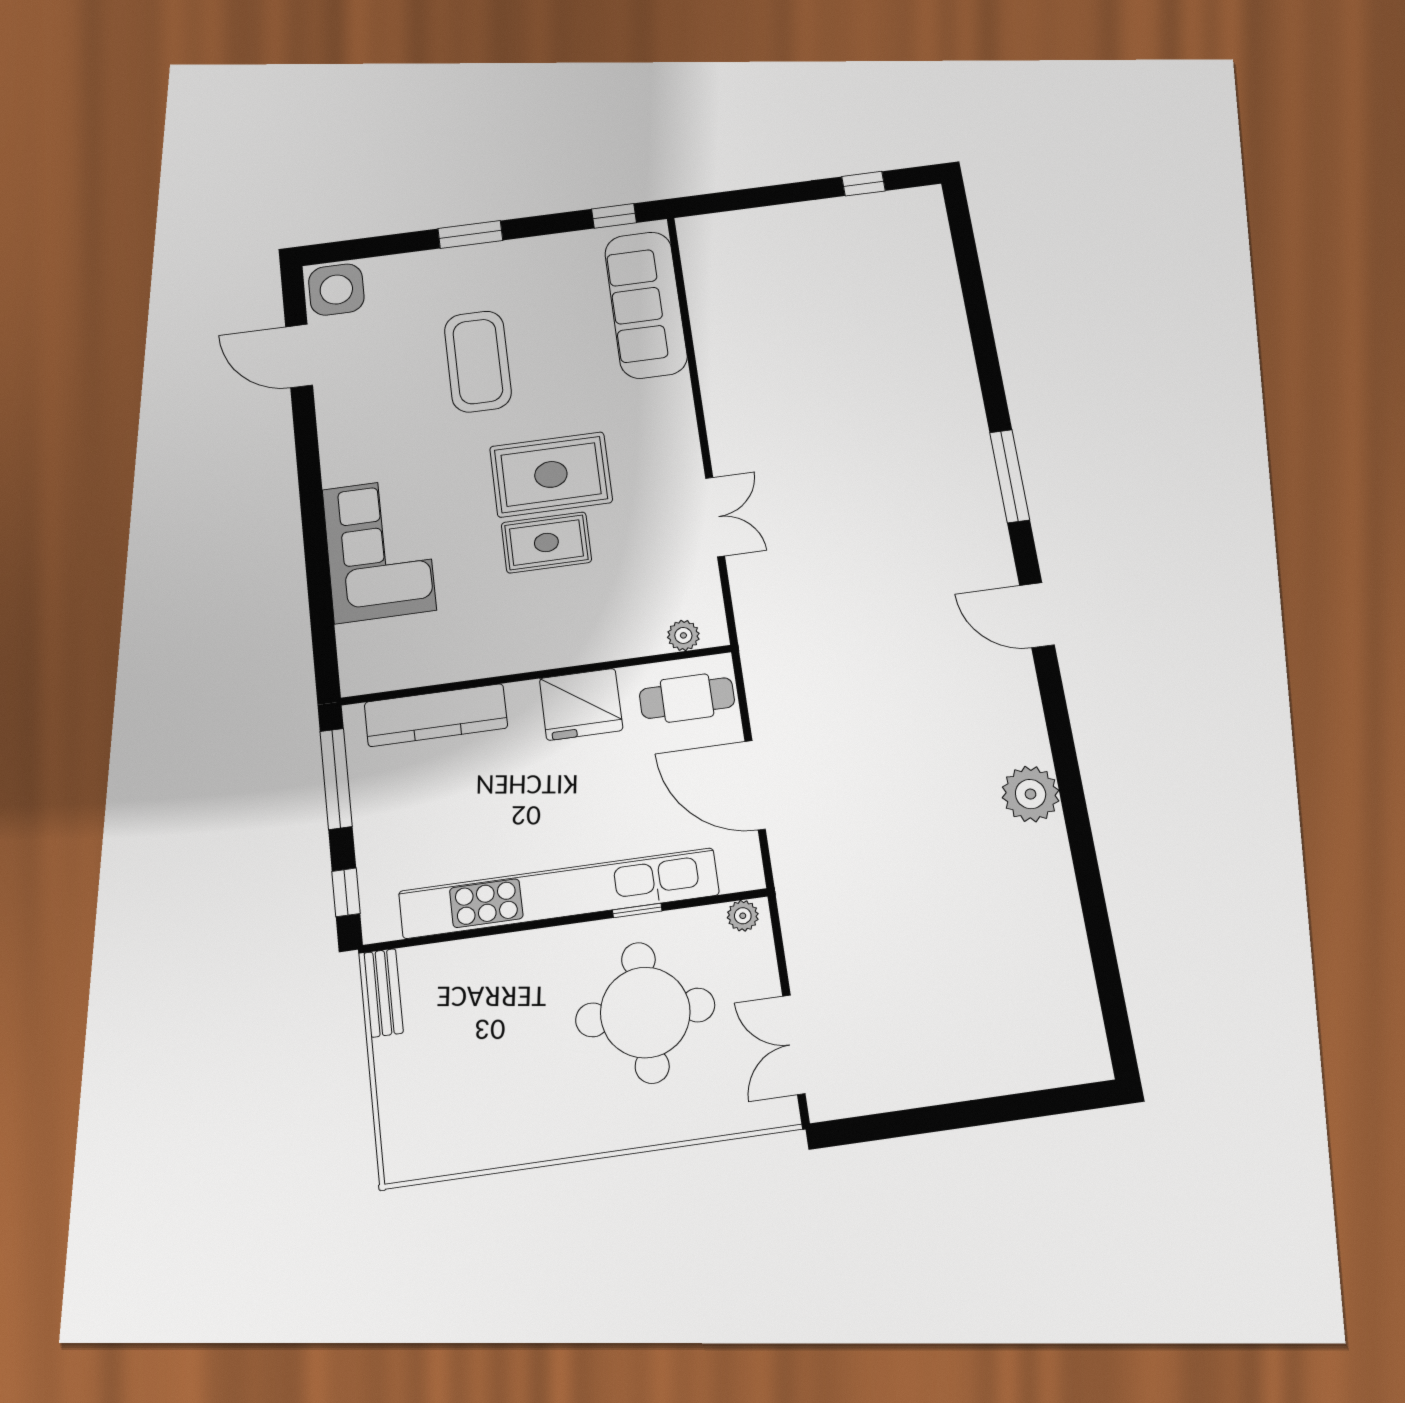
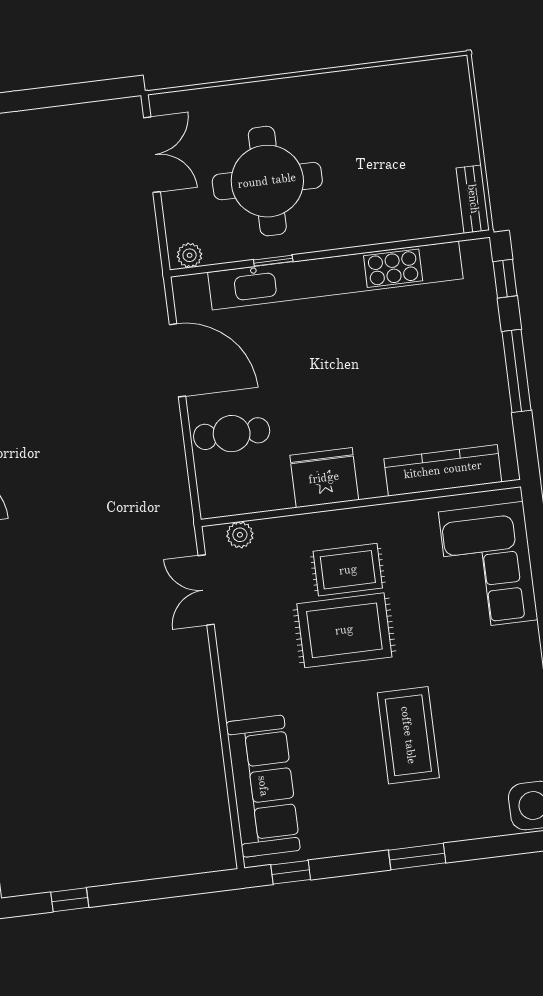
plant: (683, 635) -> (240, 535), moved
wall: (537, 675) -> (361, 503), moved
fridge: (581, 704) -> (324, 478), moved
kitchen counter: (436, 715) -> (443, 470), moved

